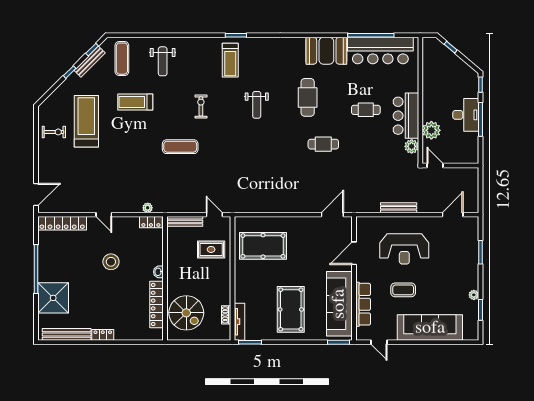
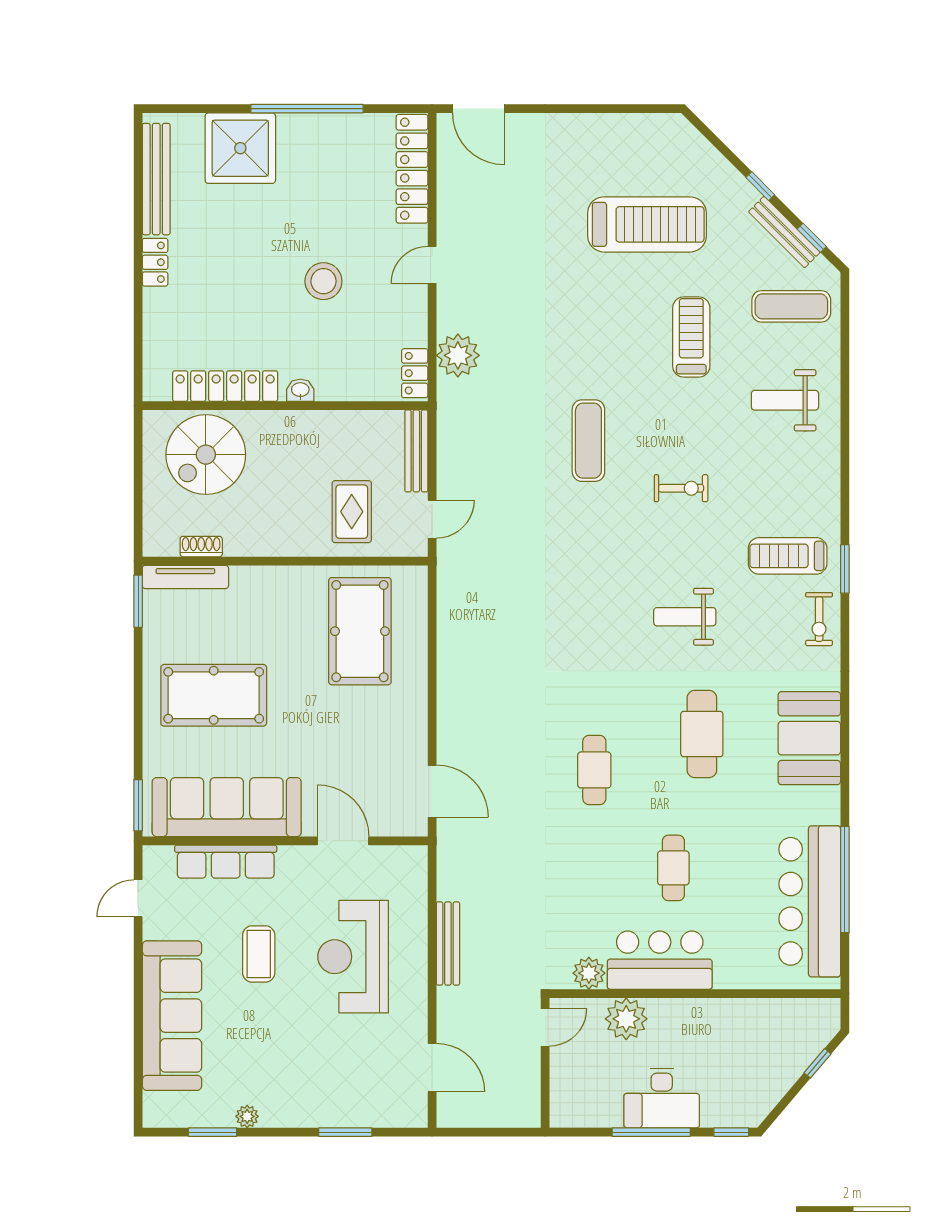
booth: (326, 51) -> (809, 738), moved
cafe table: (308, 97) -> (702, 734), turned 90
exercise bike: (54, 132) -> (819, 619), moved
plant: (148, 208) -> (458, 355), width x1.88, depth x1.88

